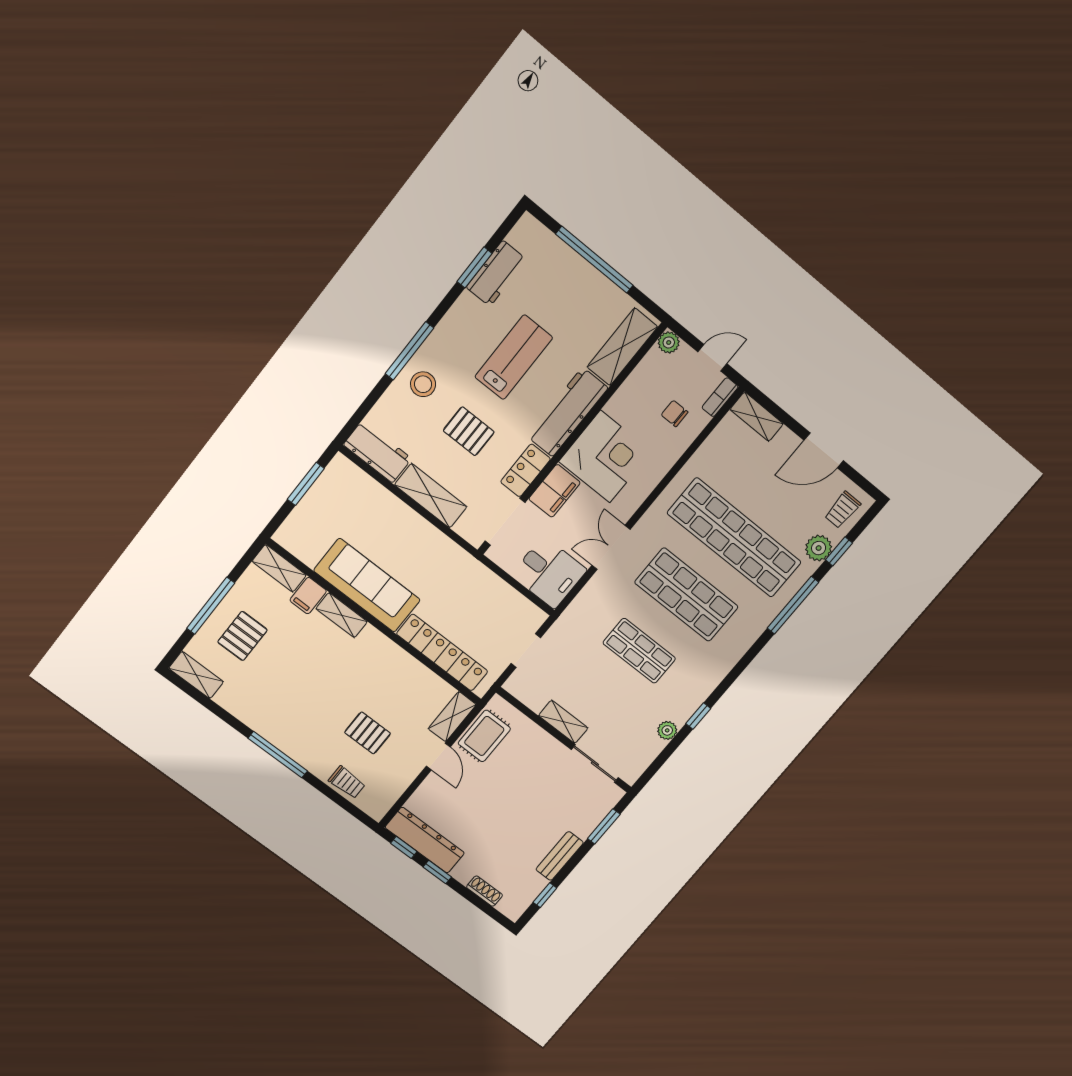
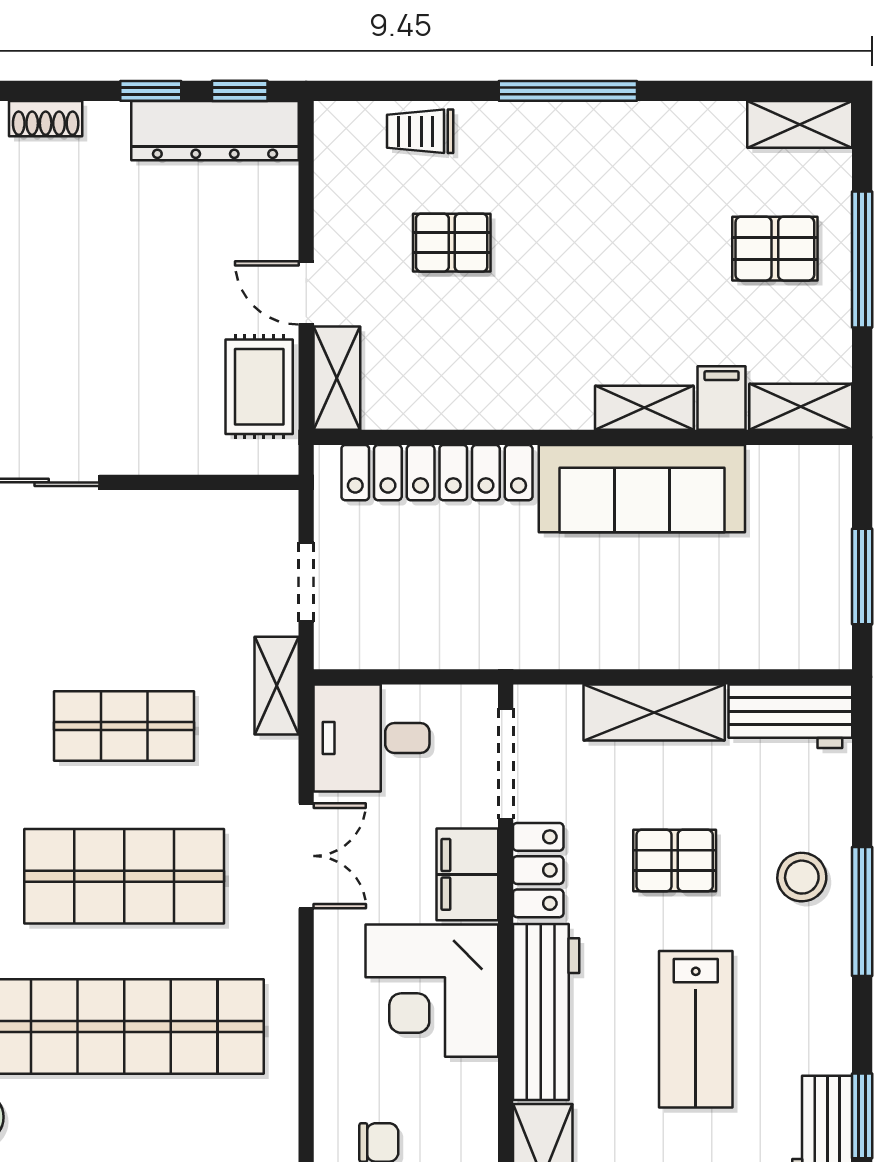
pallet: (242, 636) -> (775, 249), turned 90
shelving: (563, 722) -> (277, 686), moved, turned 90

